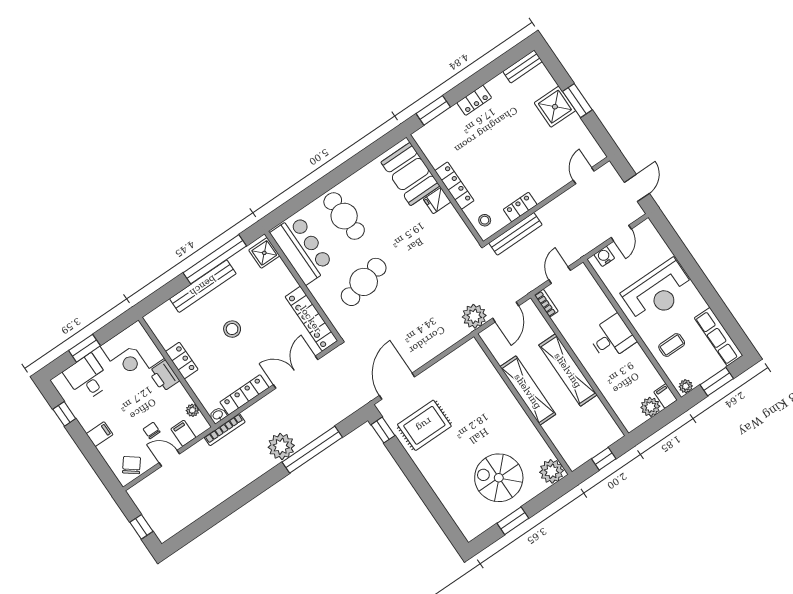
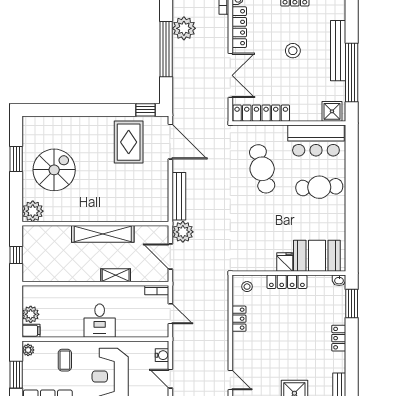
washbasin: (419, 137) -> (339, 280), added
bench: (515, 234) -> (179, 196), moved
shelving: (568, 370) -> (116, 275), width x0.45, depth x0.75

